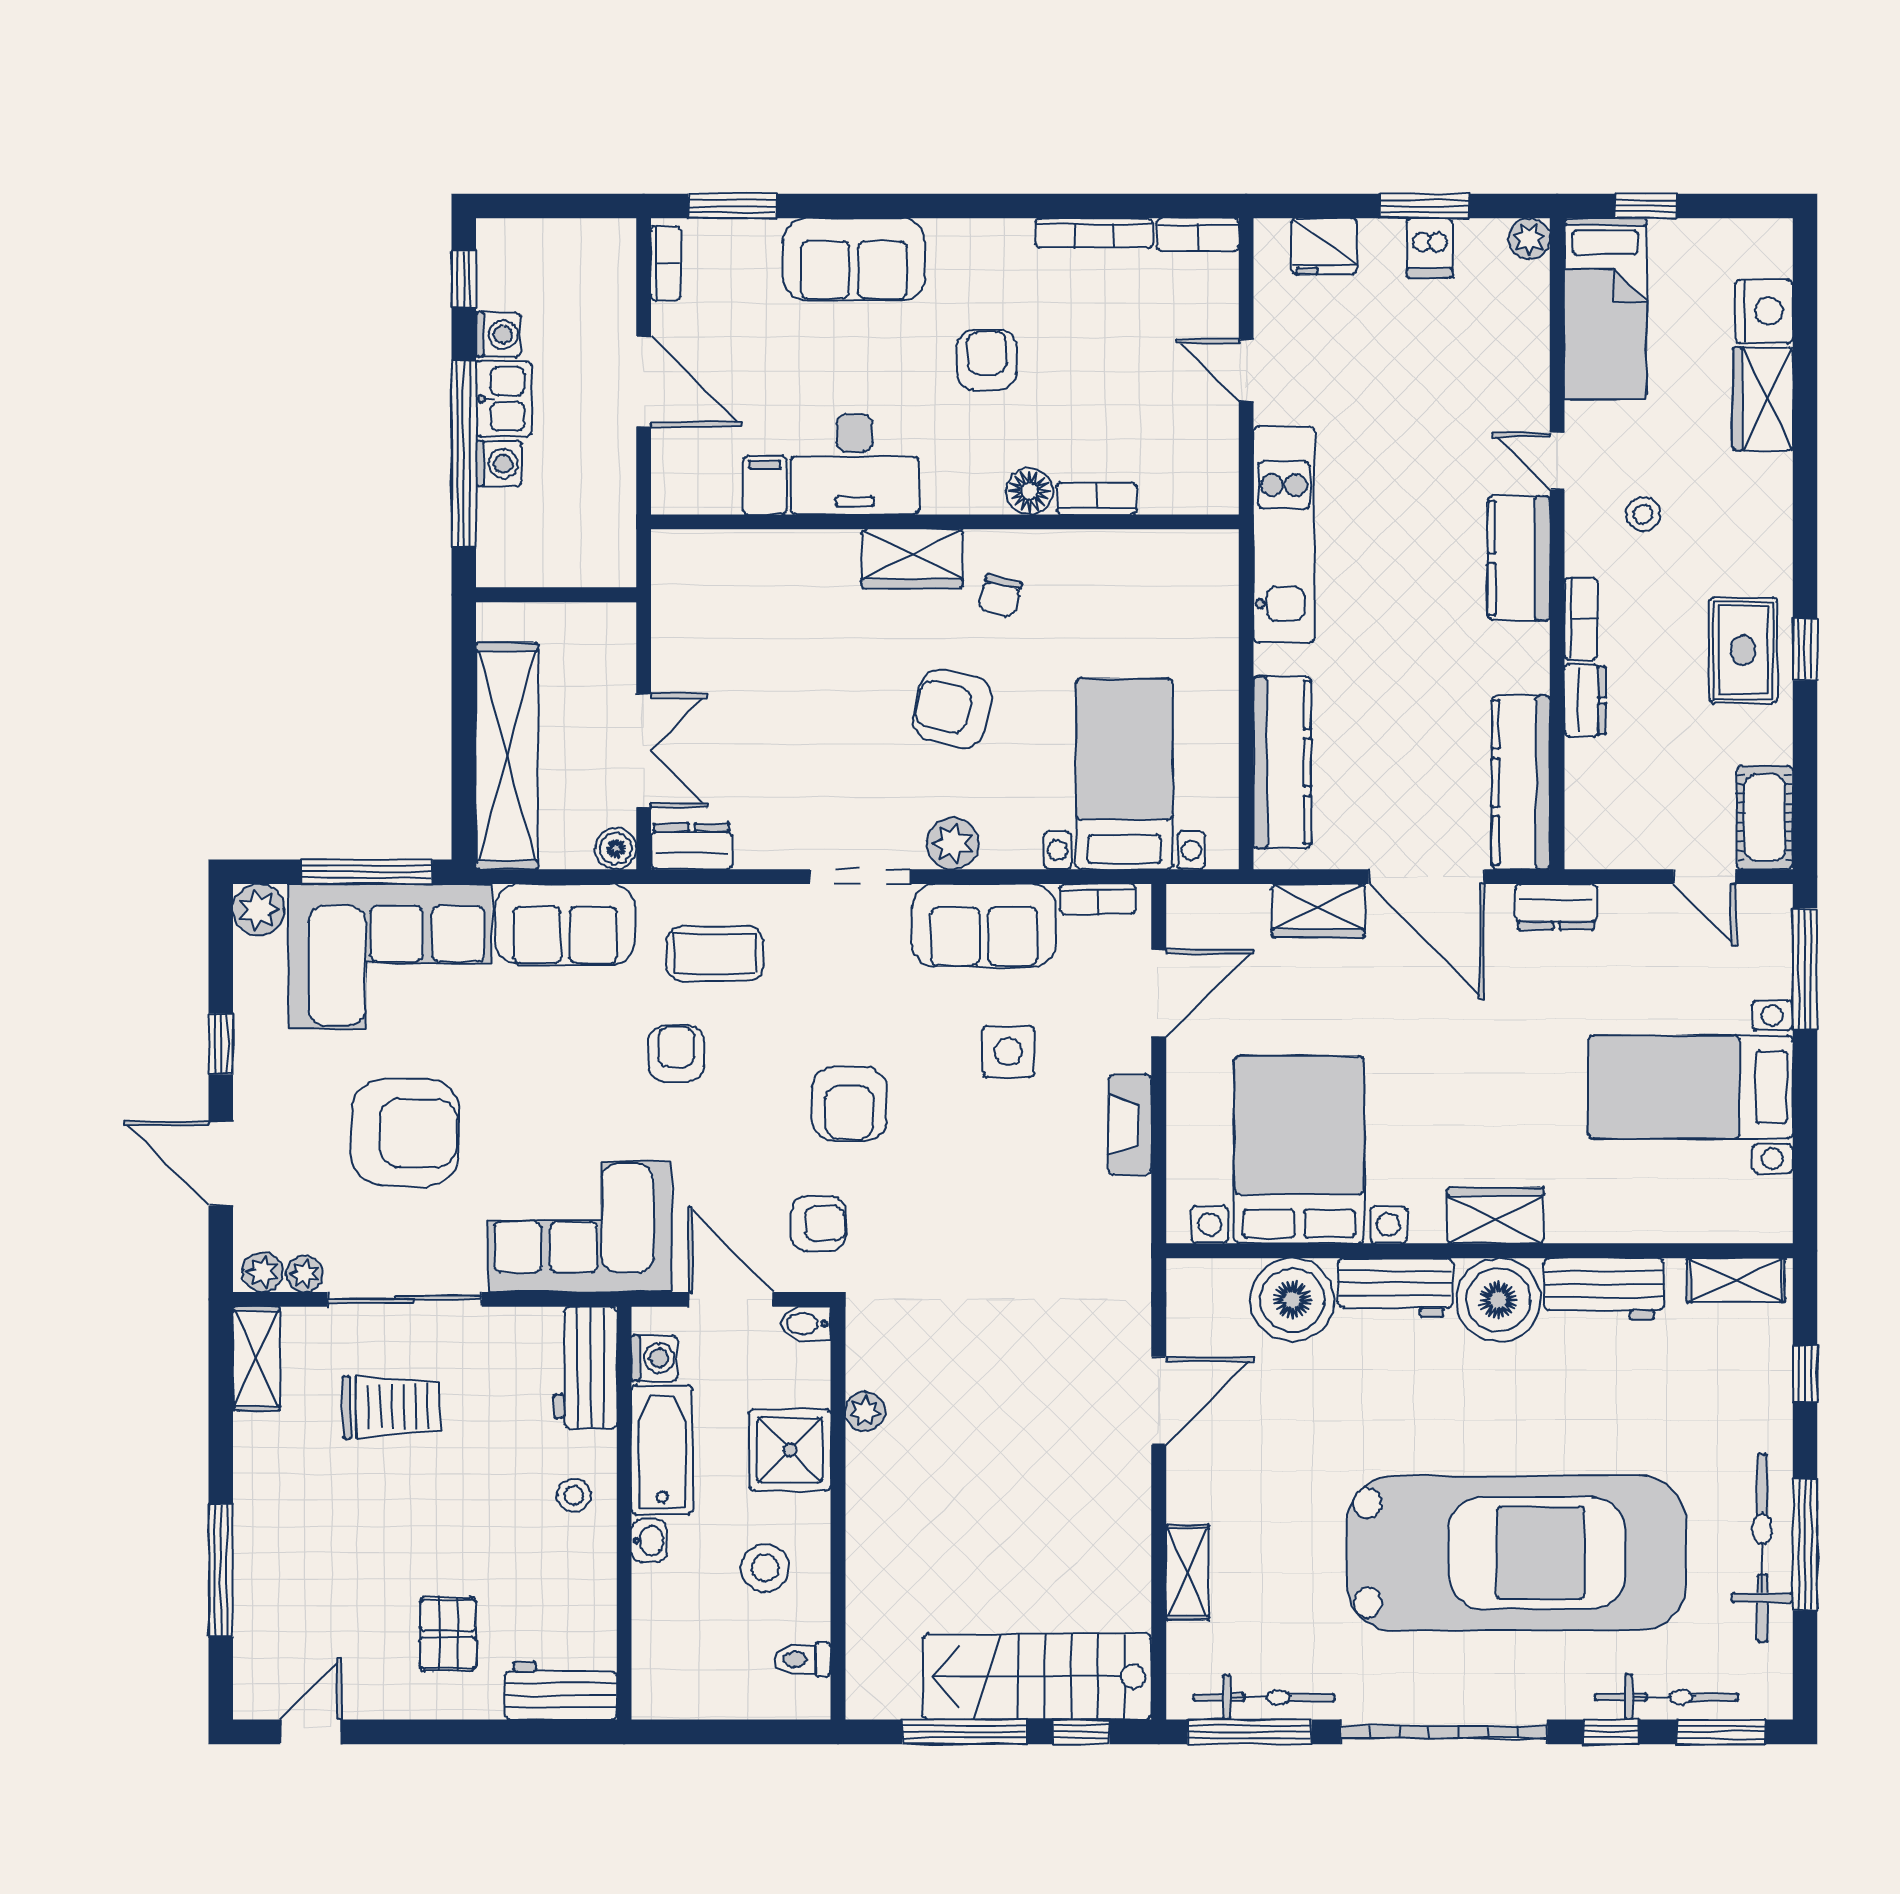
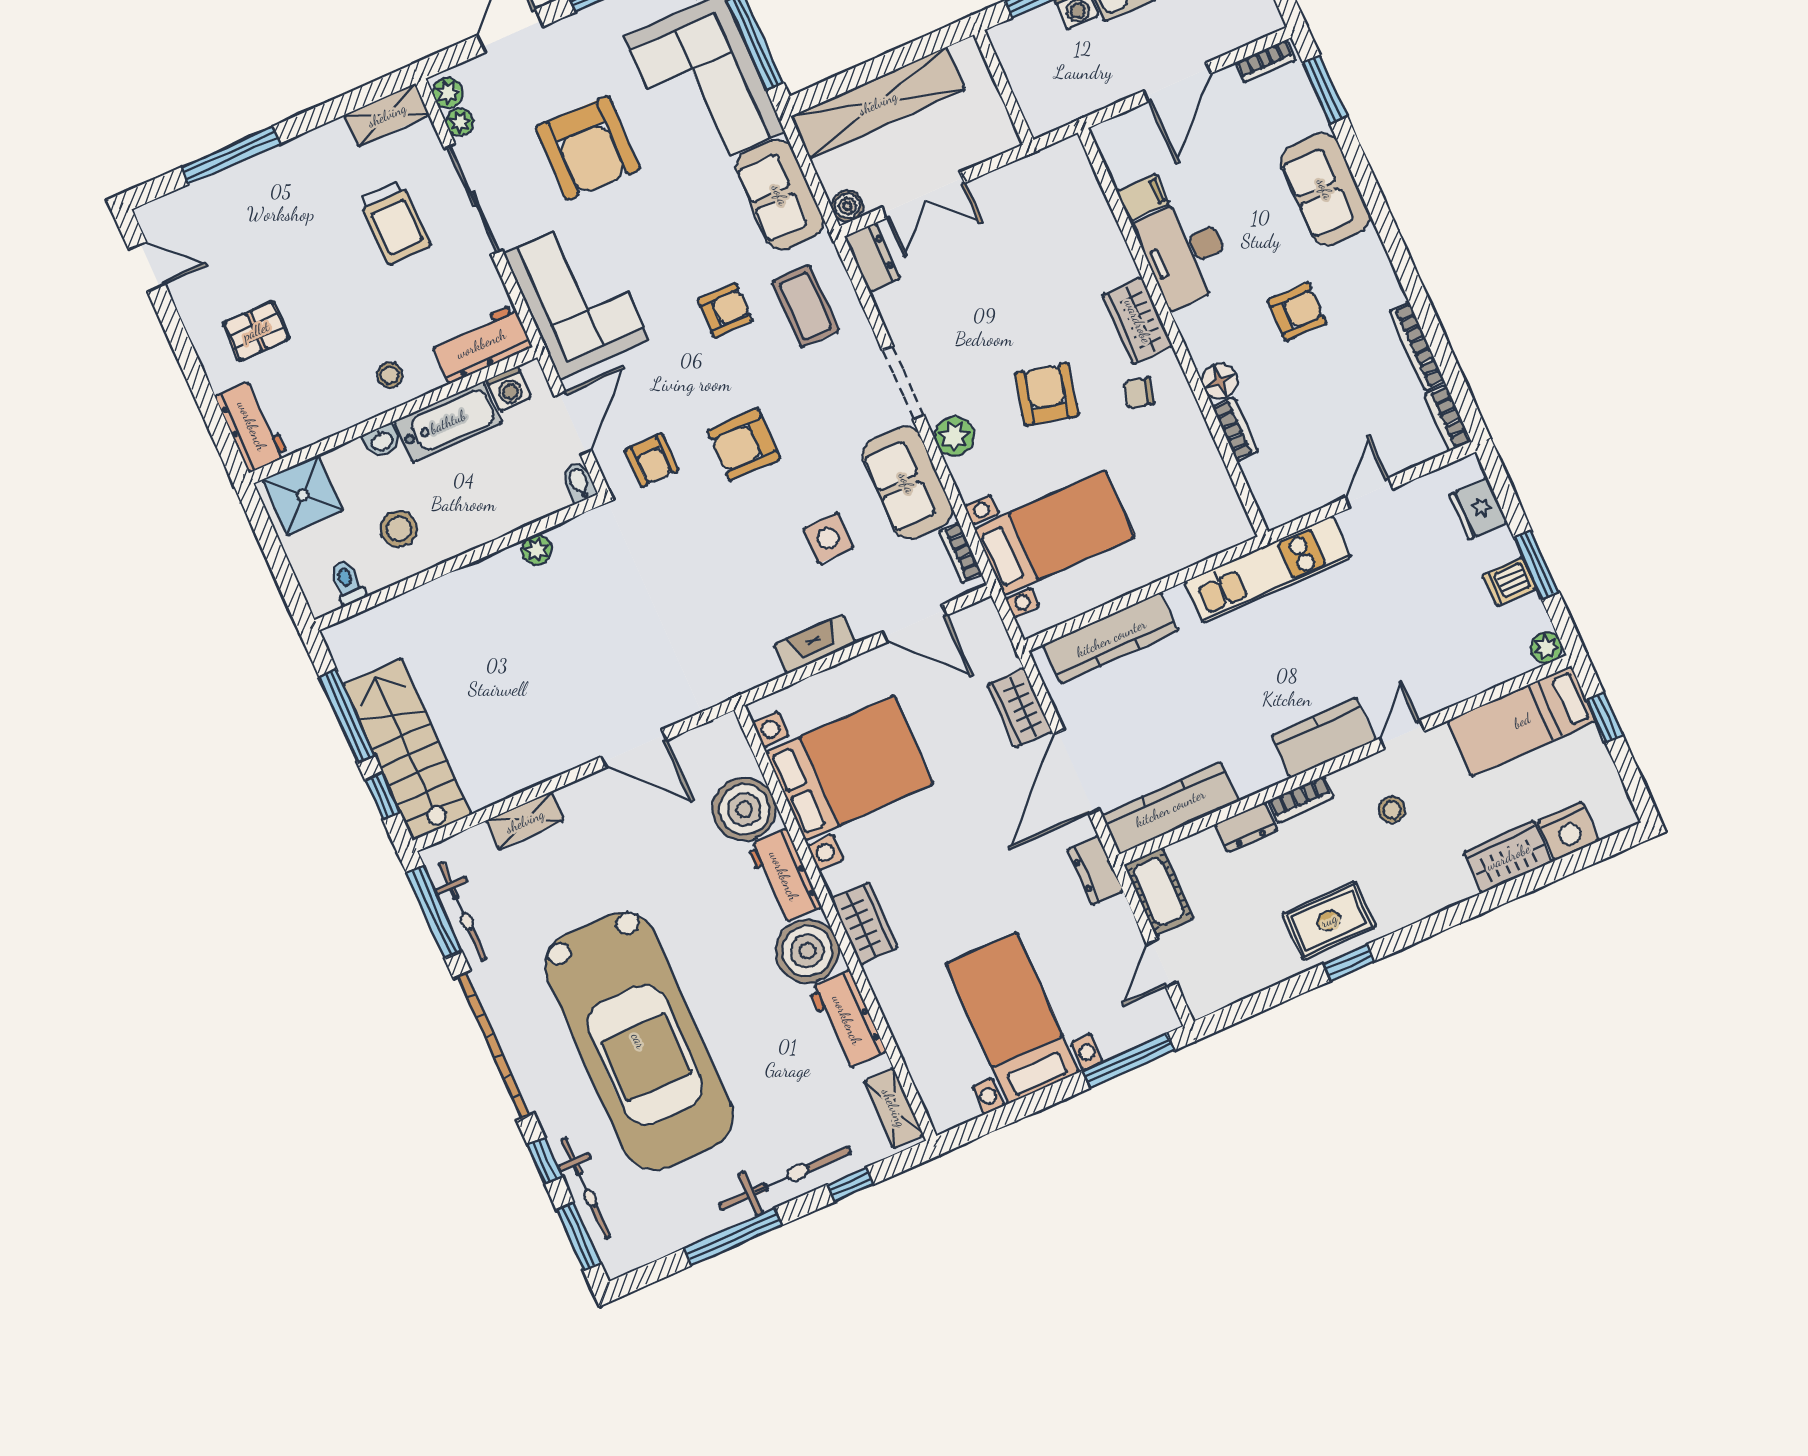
cot: (1765, 817) -> (1159, 892), moved, turned 90
shower: (790, 1450) -> (303, 495), moved
bicycle: (1762, 1548) -> (785, 1178), moved

